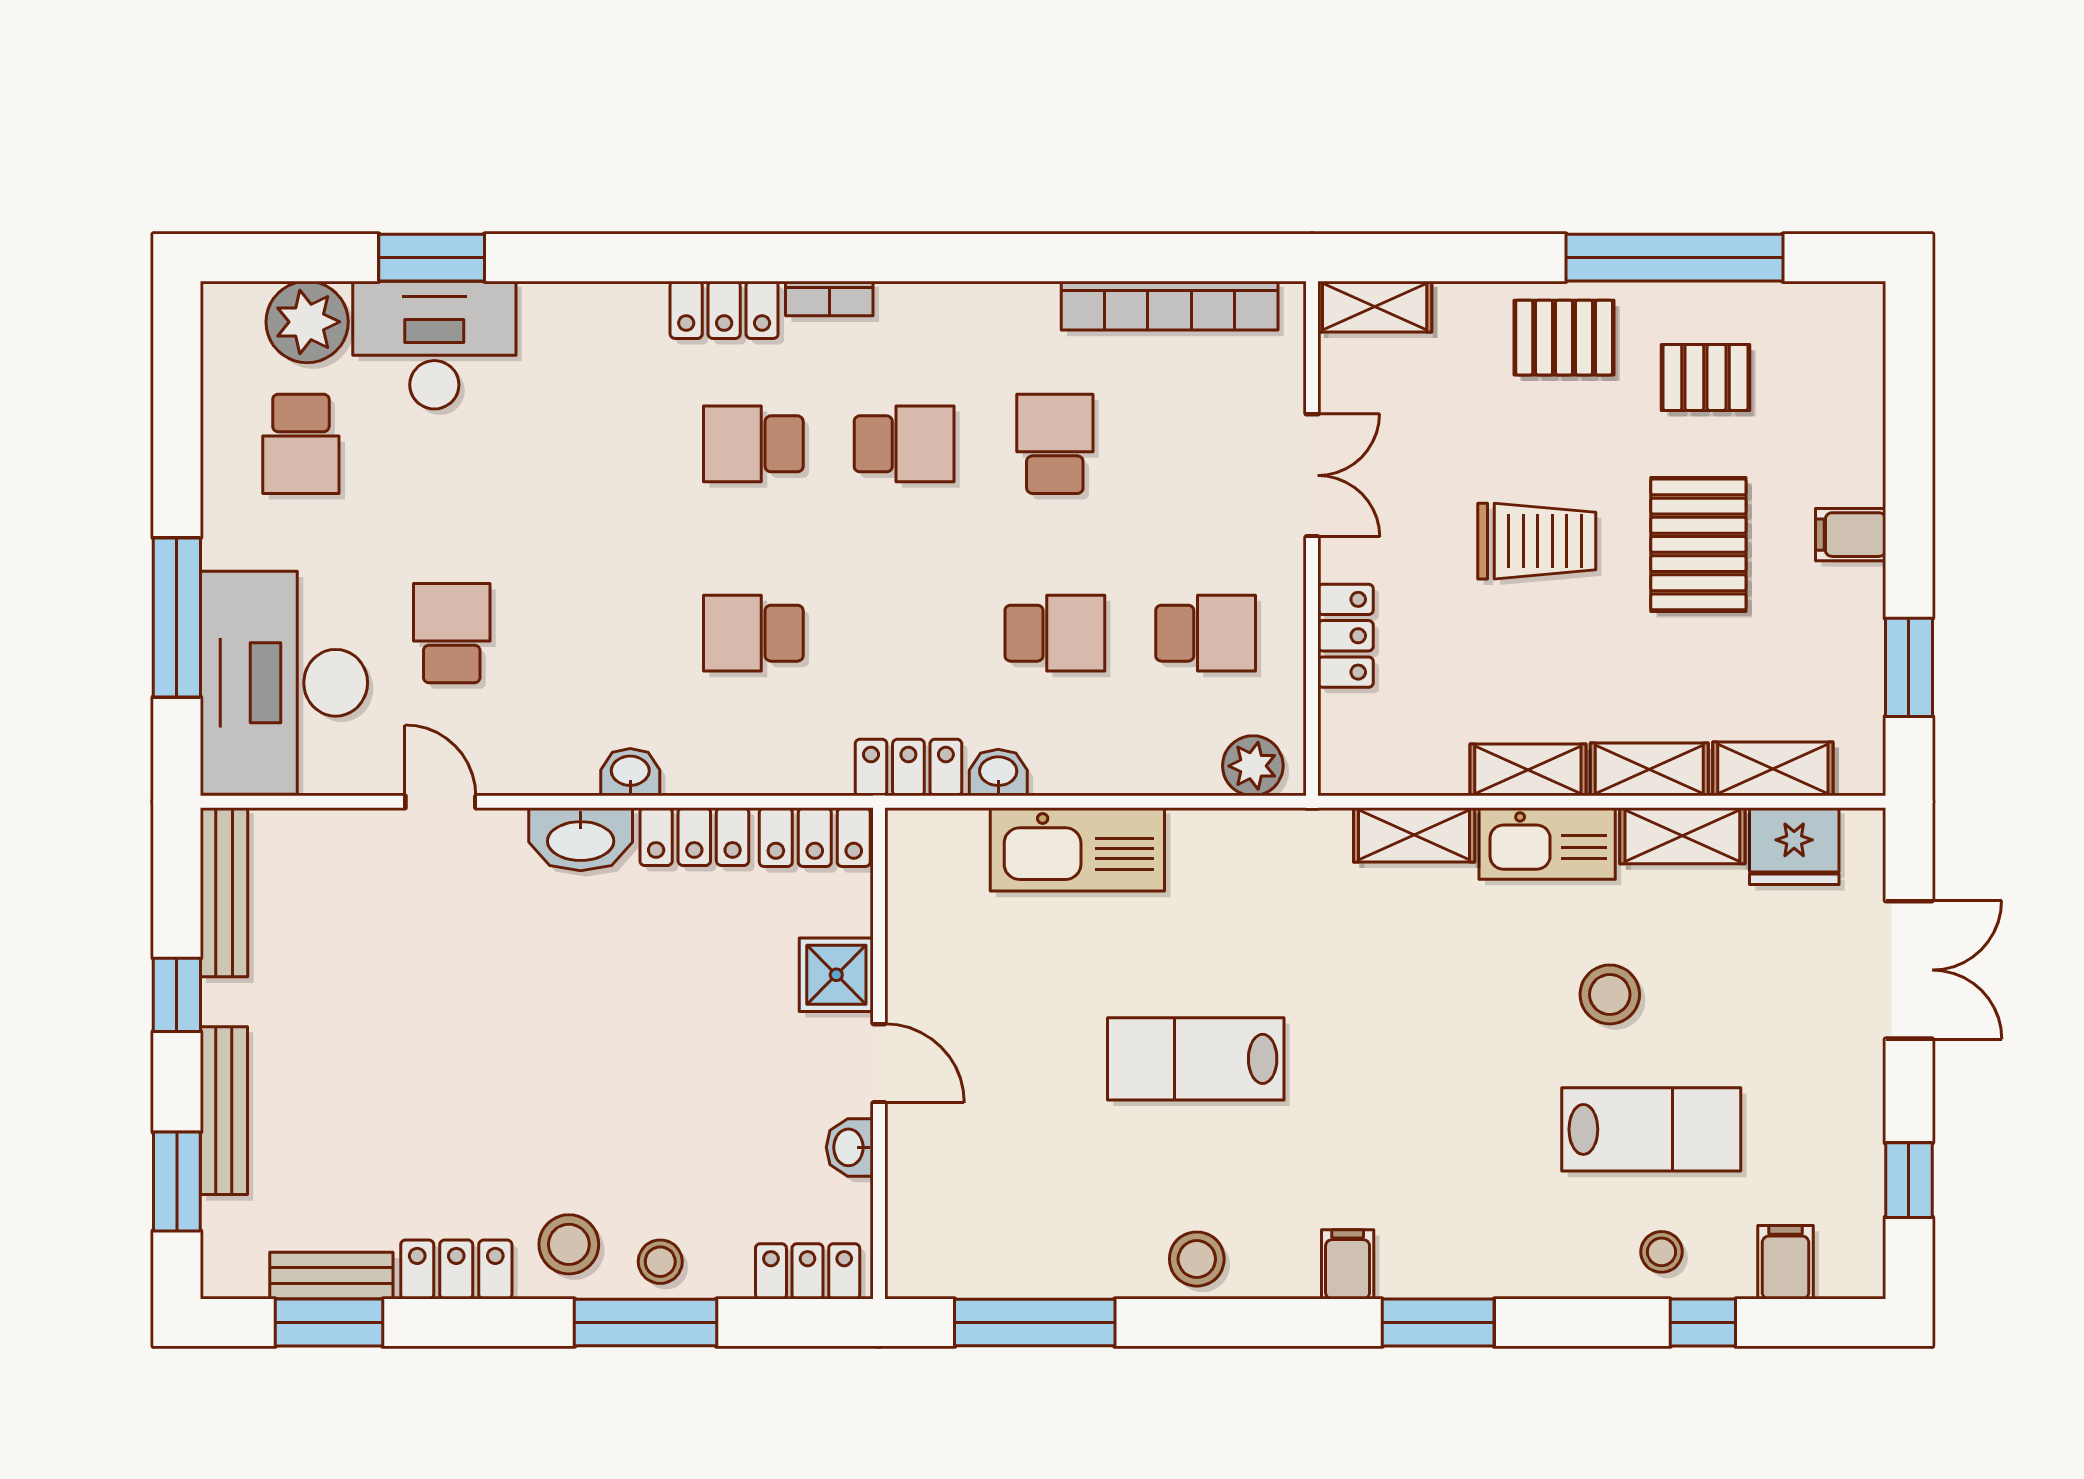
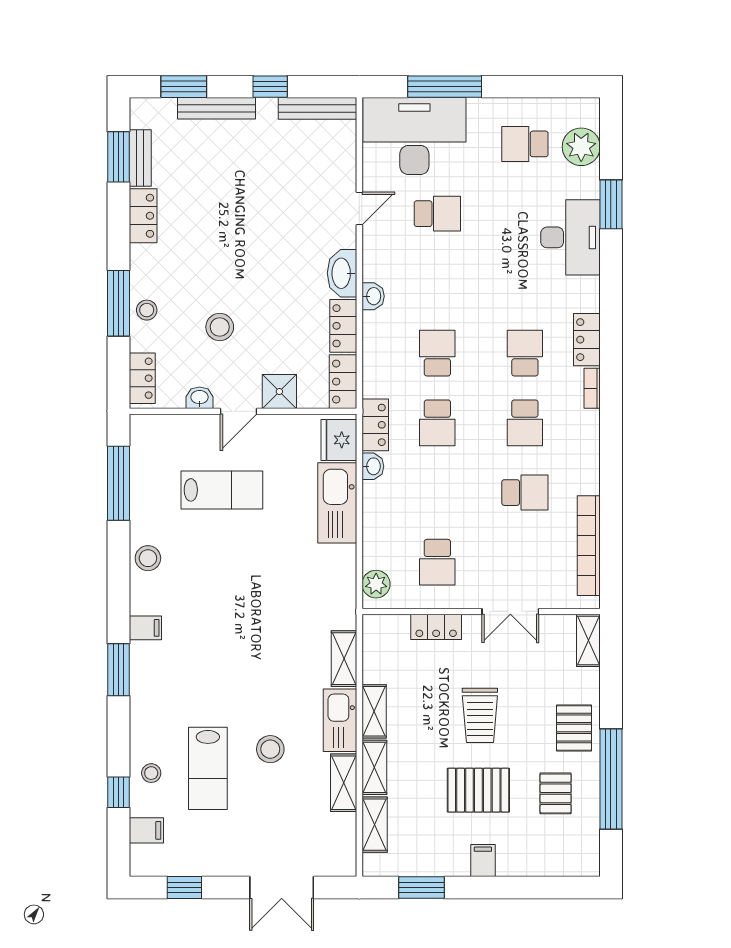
desk: (434, 345) -> (571, 237), moved
school desk: (1055, 633) -> (437, 423), moved
fridge: (1794, 846) -> (339, 440), moved
lab bench: (1196, 1059) -> (222, 490), moved, turned 90
stool: (569, 1244) -> (220, 327), moved

